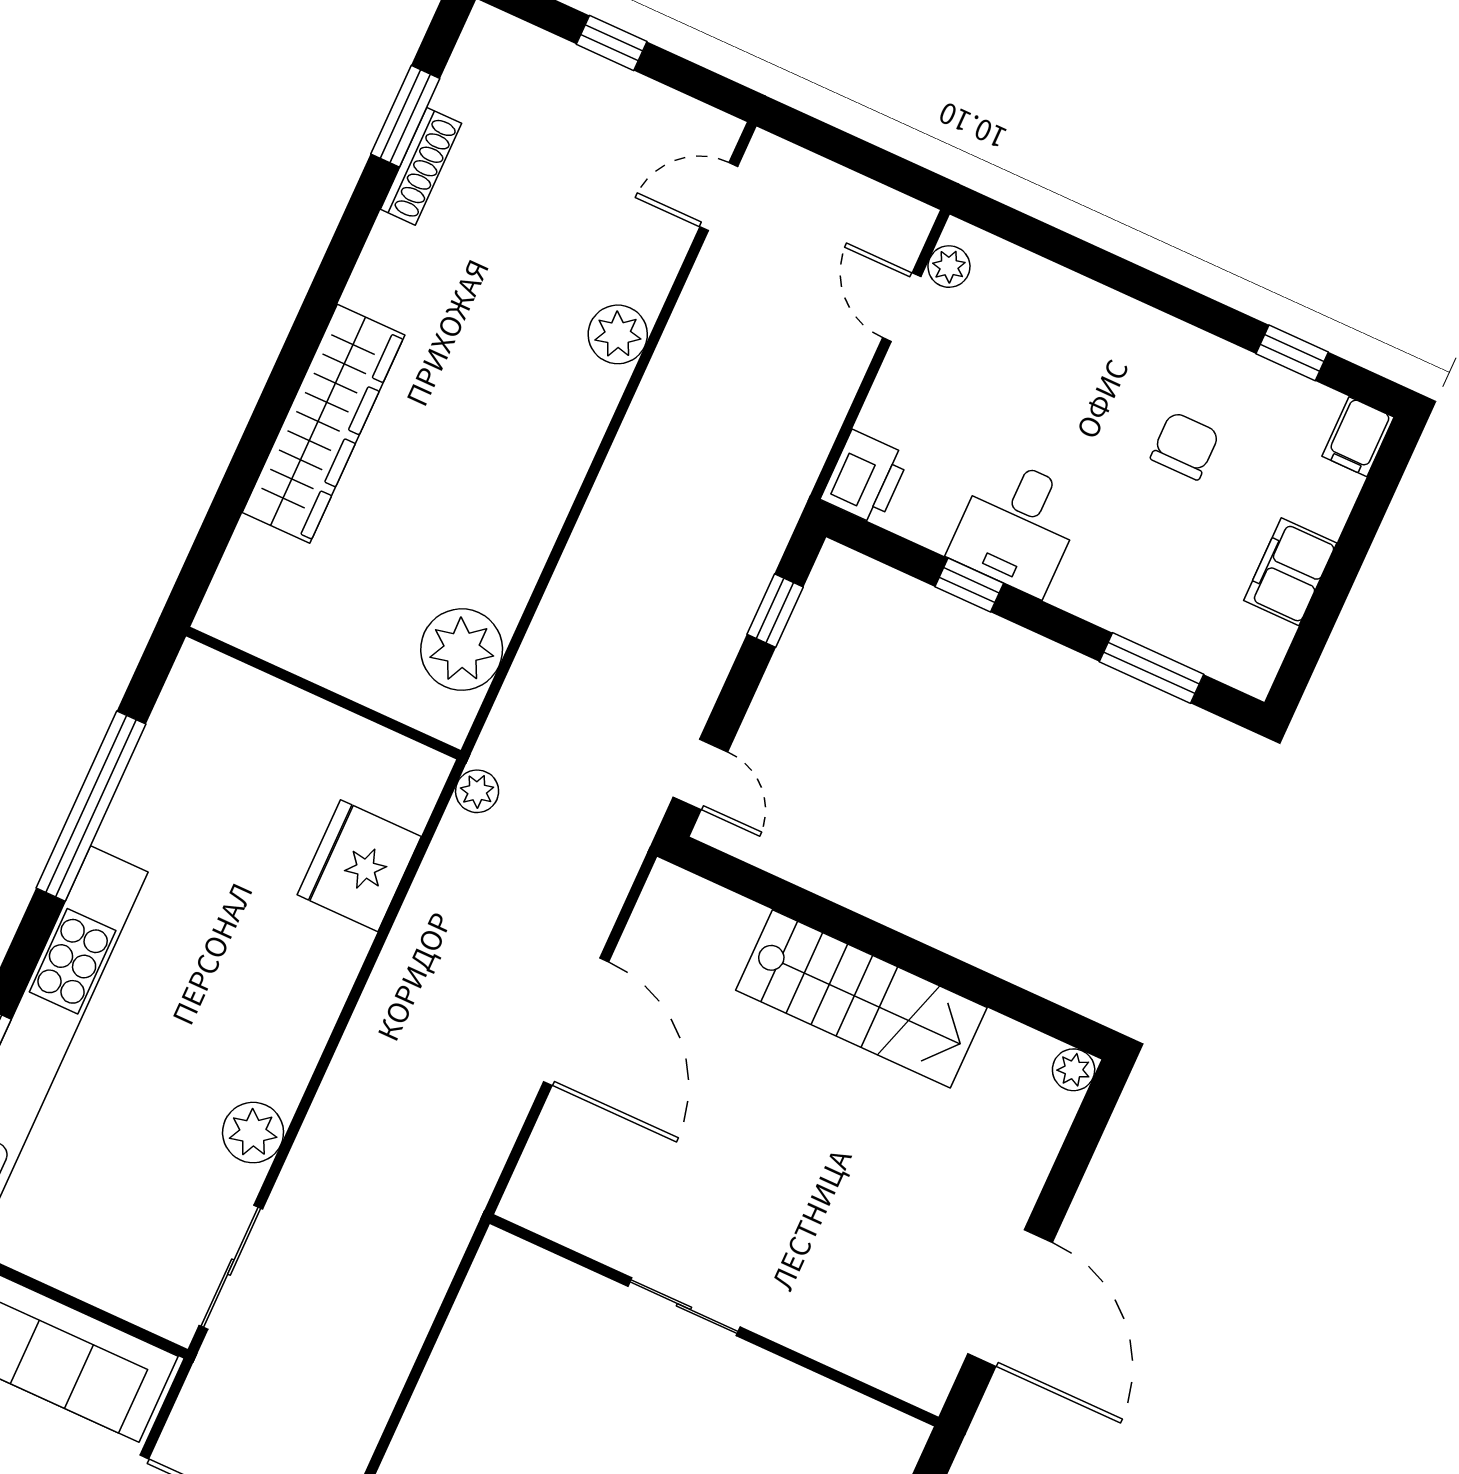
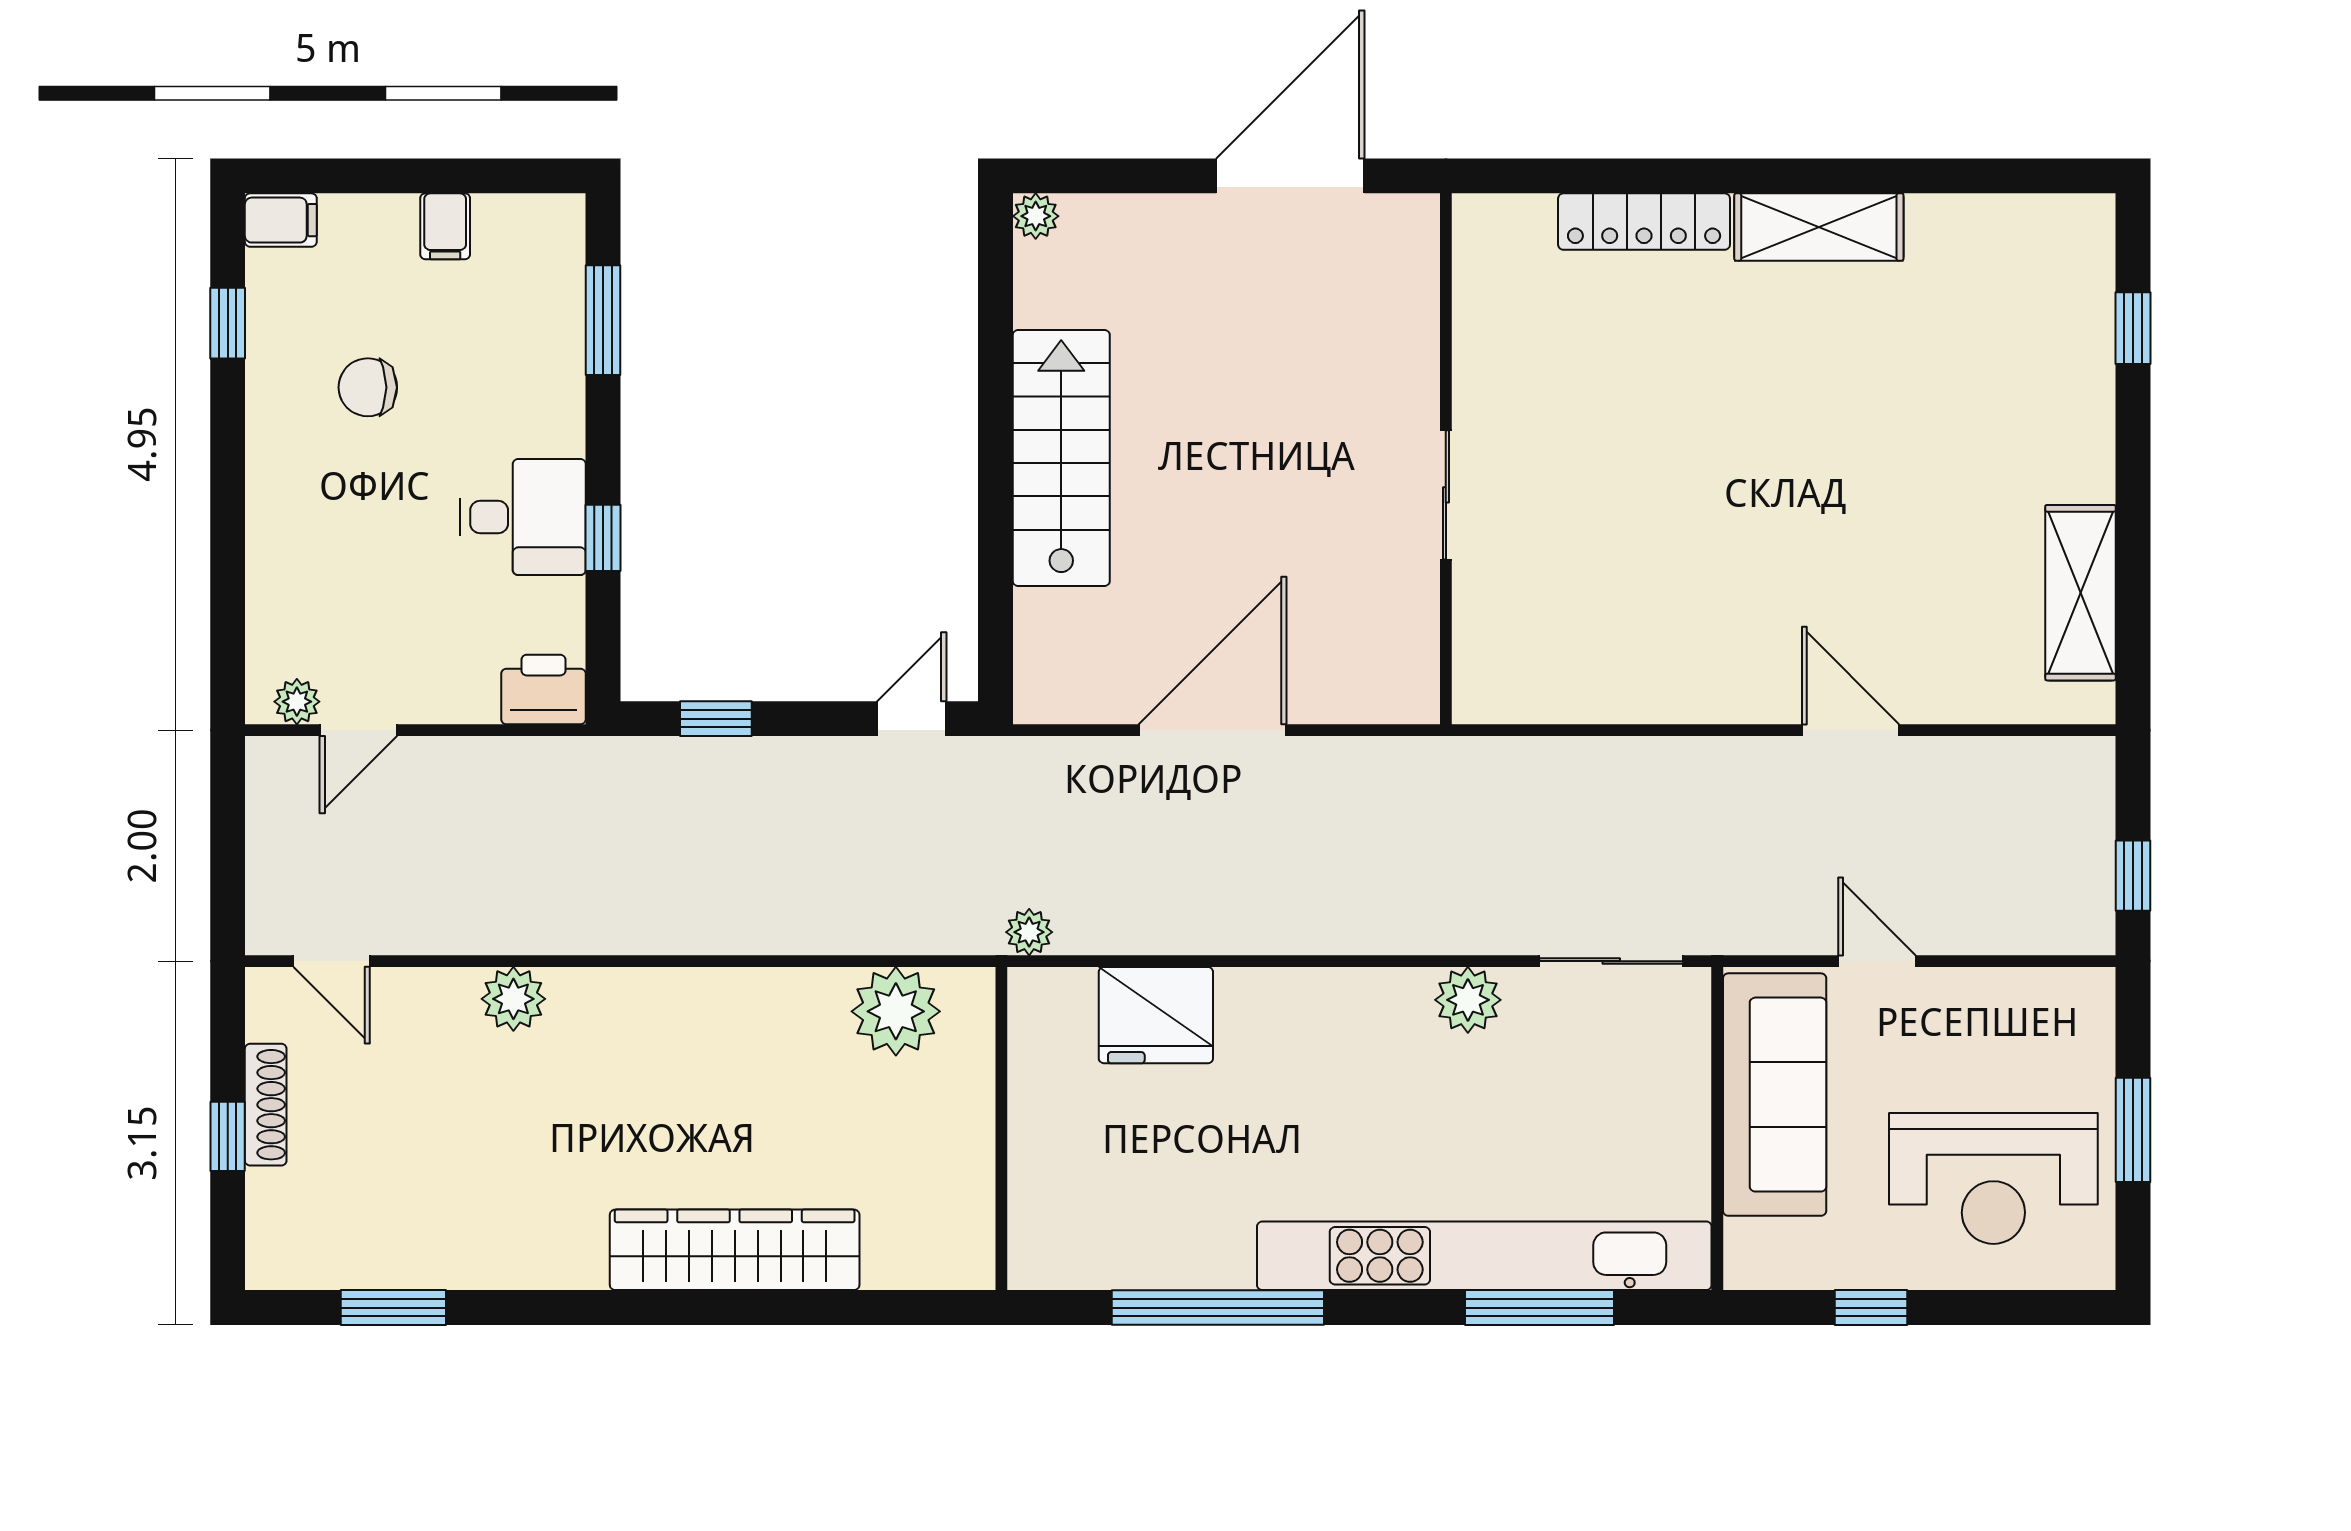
shoe rack: (421, 166) -> (266, 1105), moved, turned 90
filing cabinet: (1290, 572) -> (445, 226), width x0.50

